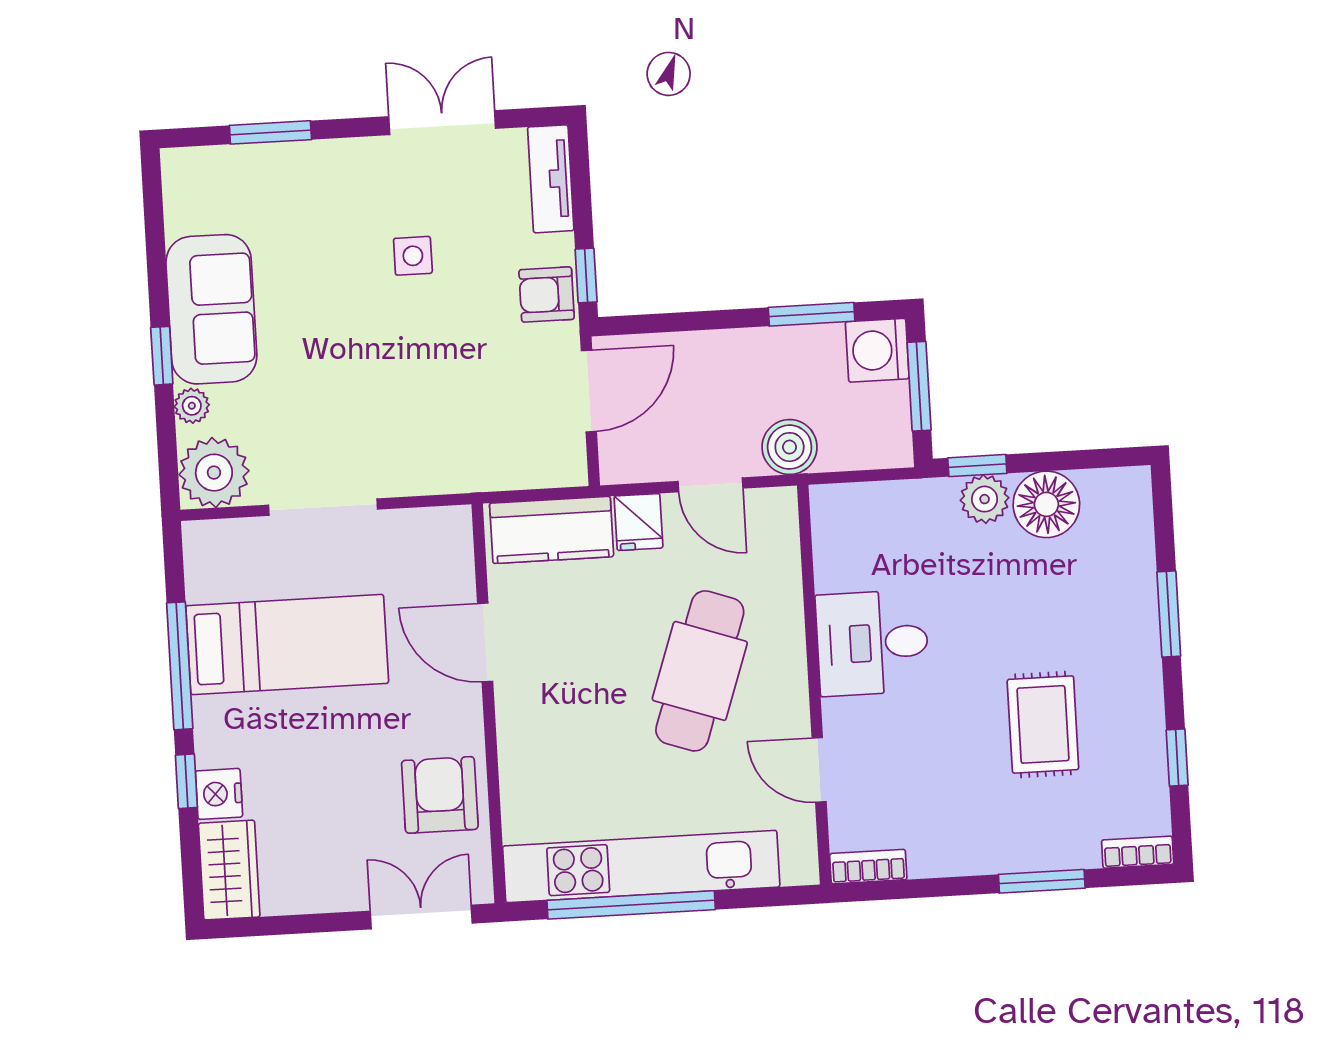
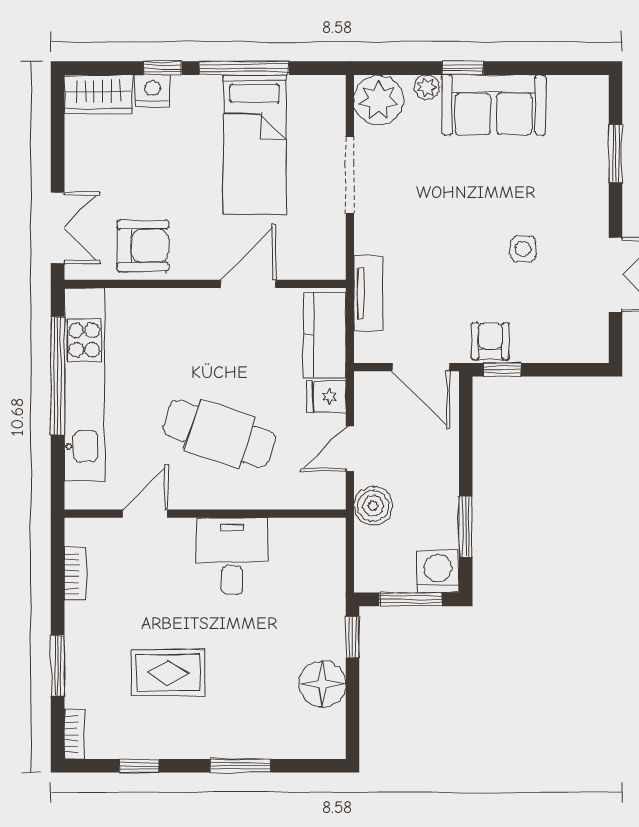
tv unit: (551, 179) -> (368, 293), moved, turned 90
plant: (985, 499) -> (329, 641), removed
bookcase: (868, 867) -> (75, 574), moved

